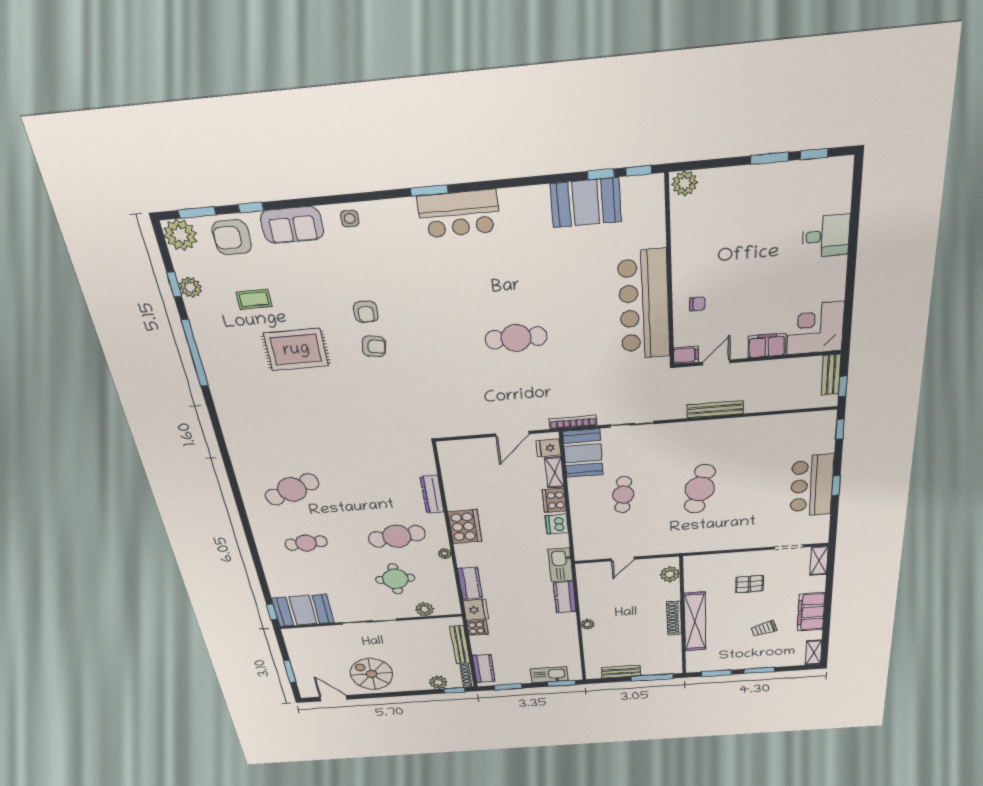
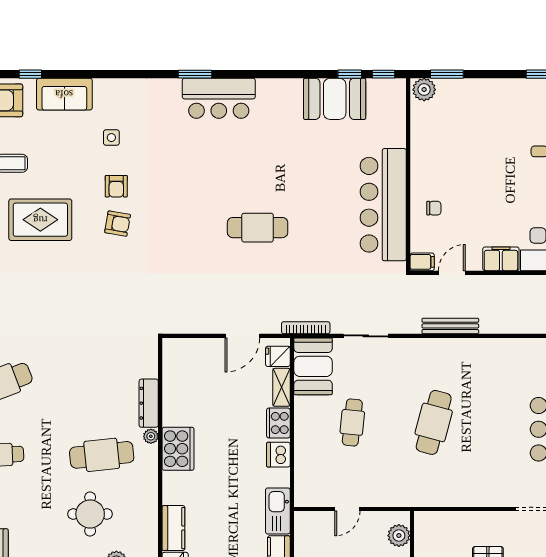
window: (770, 158) -> (447, 74), moved
side table: (350, 219) -> (111, 138), moved
plant: (445, 554) -> (151, 436), moved

